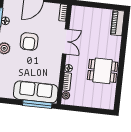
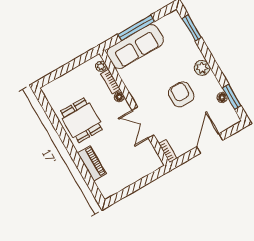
piano: (117, 23) -> (92, 163), moved
dining table: (103, 71) -> (81, 120), turned 90
window: (37, 104) -> (136, 28), moved

